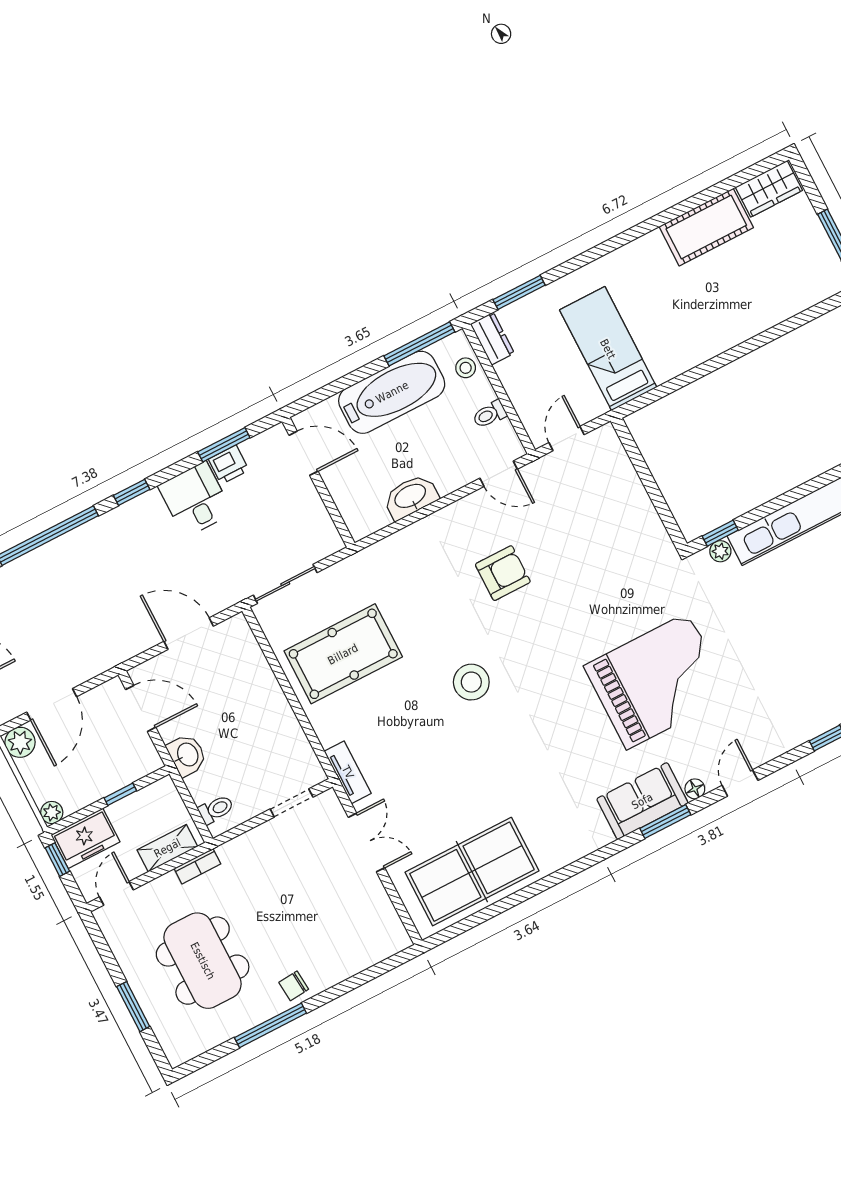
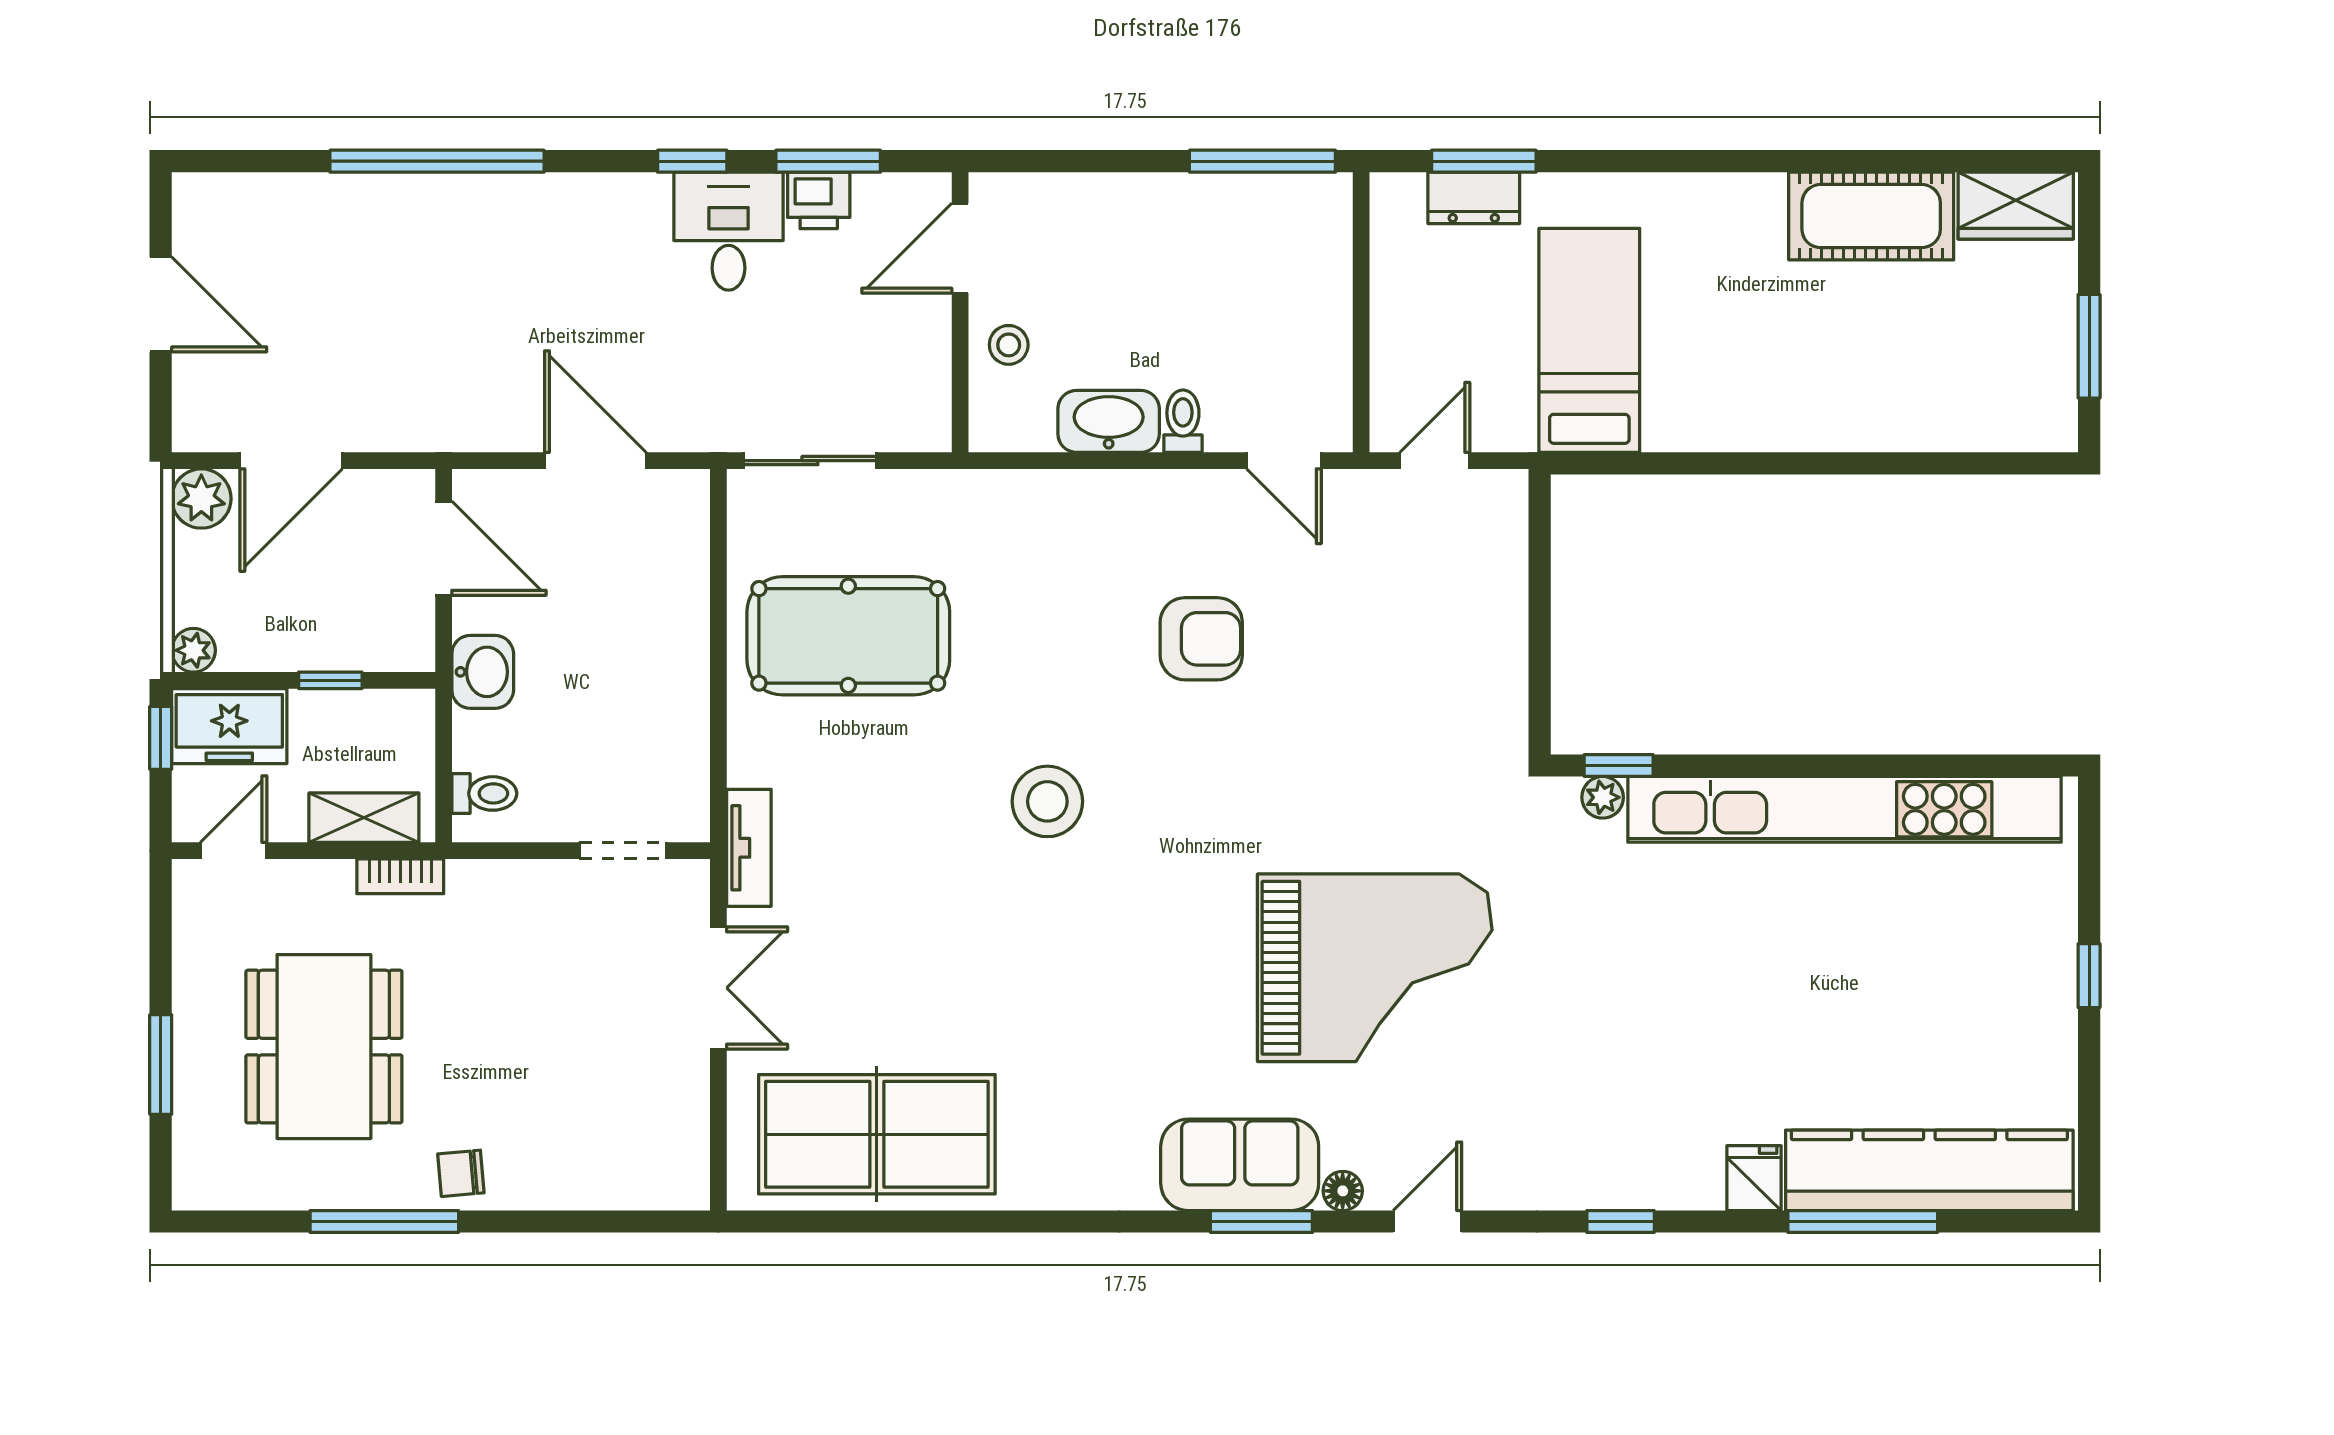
dresser: (492, 339) -> (1474, 198), moved, turned 90
stool: (466, 368) -> (1009, 345), moved
bathtub: (392, 392) -> (1170, 221), removed
toilet: (490, 414) -> (1183, 421), moved, turned 90
door: (303, 453) -> (960, 248), swing flipped
window: (132, 492) -> (692, 161), moved

